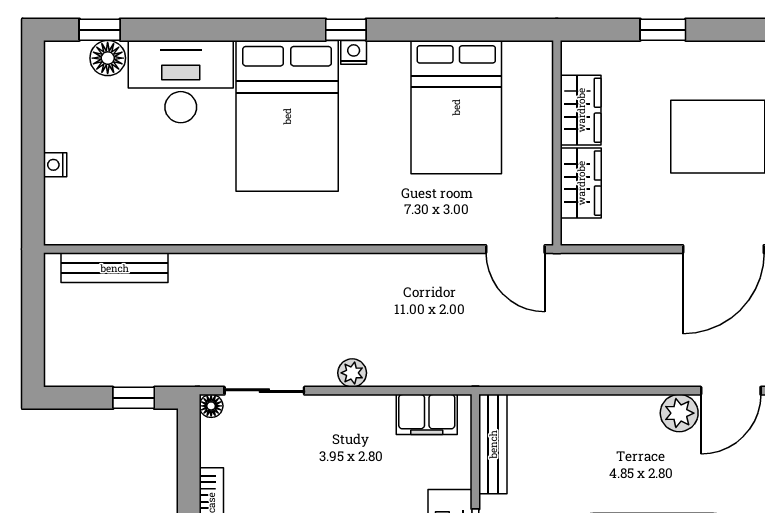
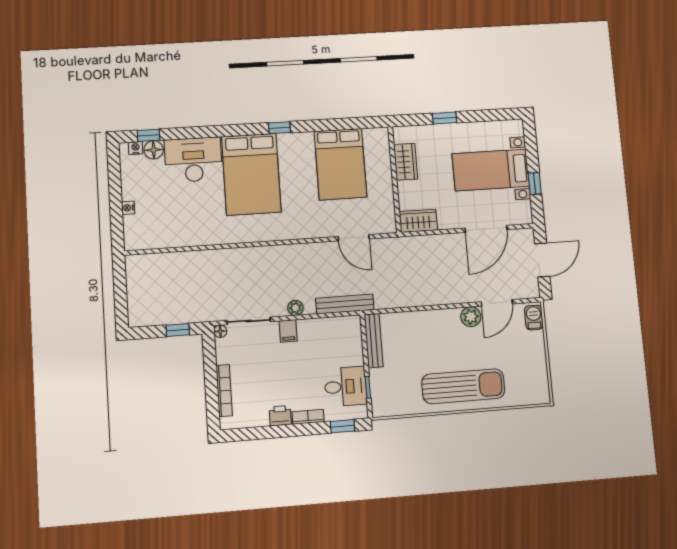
nightstand: (354, 52) -> (136, 148), moved
wardrobe: (581, 183) -> (418, 221), moved, turned -90
door: (515, 249) -> (354, 238), moved
bench: (115, 268) -> (345, 304), moved
filing cabinet: (427, 414) -> (288, 331), moved, width x0.50

